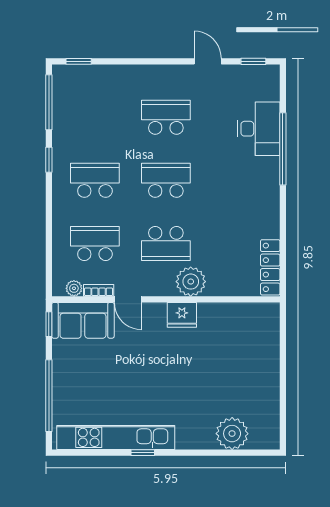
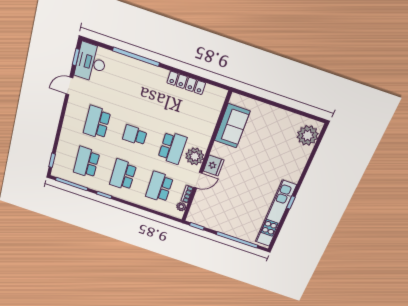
school desk: (95, 117) -> (86, 162), added
desk: (259, 129) -> (91, 63), moved, turned -90
school desk: (166, 180) -> (135, 135), width x0.54
locker: (270, 267) -> (186, 83), moved
plant: (191, 282) -> (195, 156), moved
fridge: (182, 315) -> (214, 166), moved
sofa: (83, 320) -> (232, 126), moved
plant: (232, 434) -> (308, 135), moved

